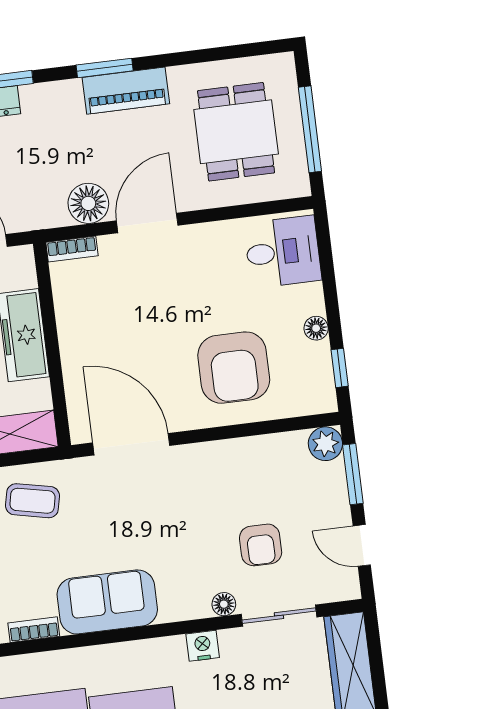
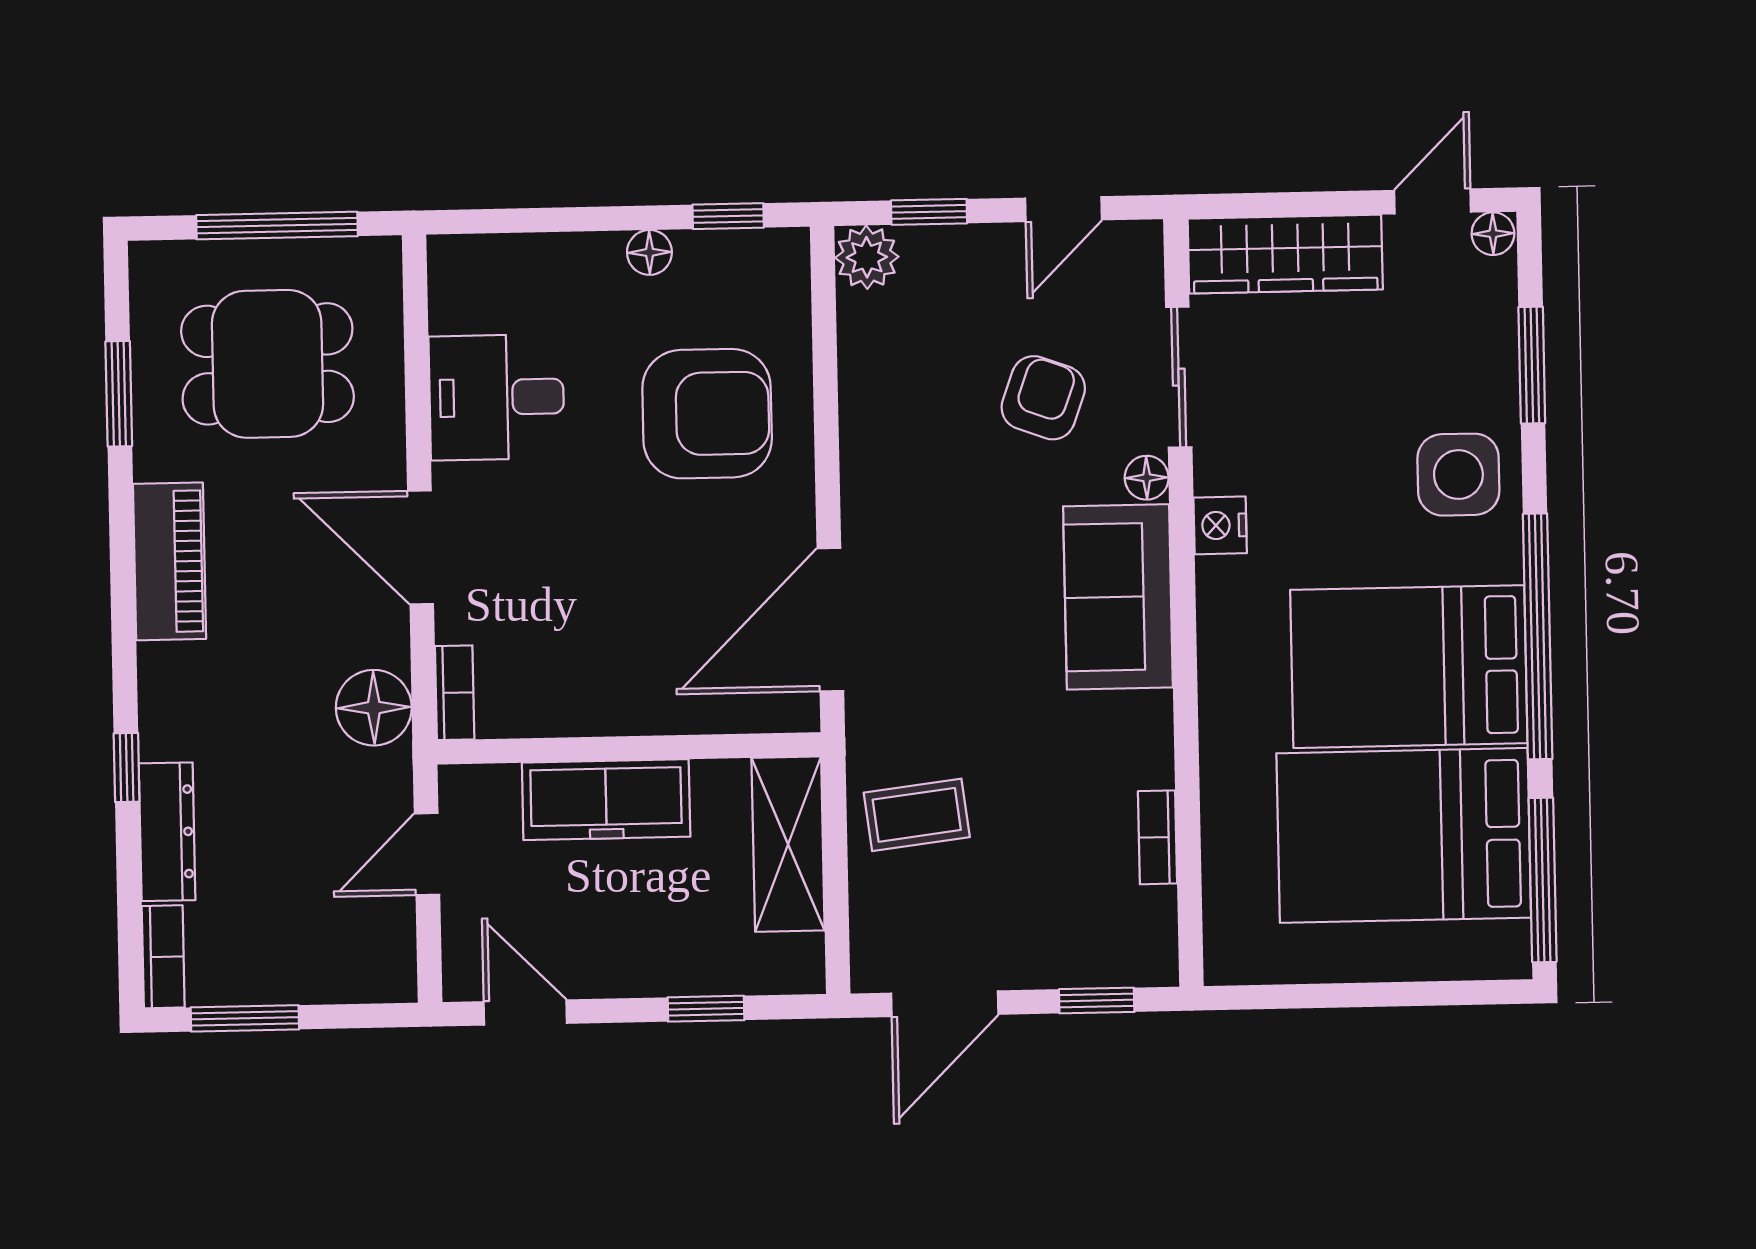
window: (105, 68) -> (119, 394), moved
floor lamp: (88, 203) -> (374, 708), moved
desk: (283, 252) -> (497, 397), moved, turned -90
window: (353, 474) -> (929, 212), width x0.67
coffee table: (32, 501) -> (917, 815), turned 71
armchair: (261, 545) -> (1043, 398), turned -70
sofa: (107, 602) -> (1118, 597), moved

